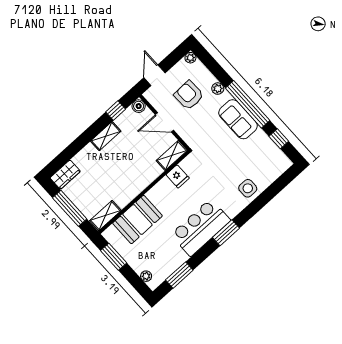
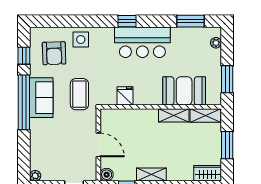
plant: (218, 89) -> (36, 134), removed
armchair: (189, 95) -> (54, 53), moved
coffee table: (212, 147) -> (79, 94), added
shelving: (172, 155) -> (174, 115), moved
window: (70, 208) -> (227, 145), width x0.69
window: (226, 233) -> (127, 21), width x0.67

